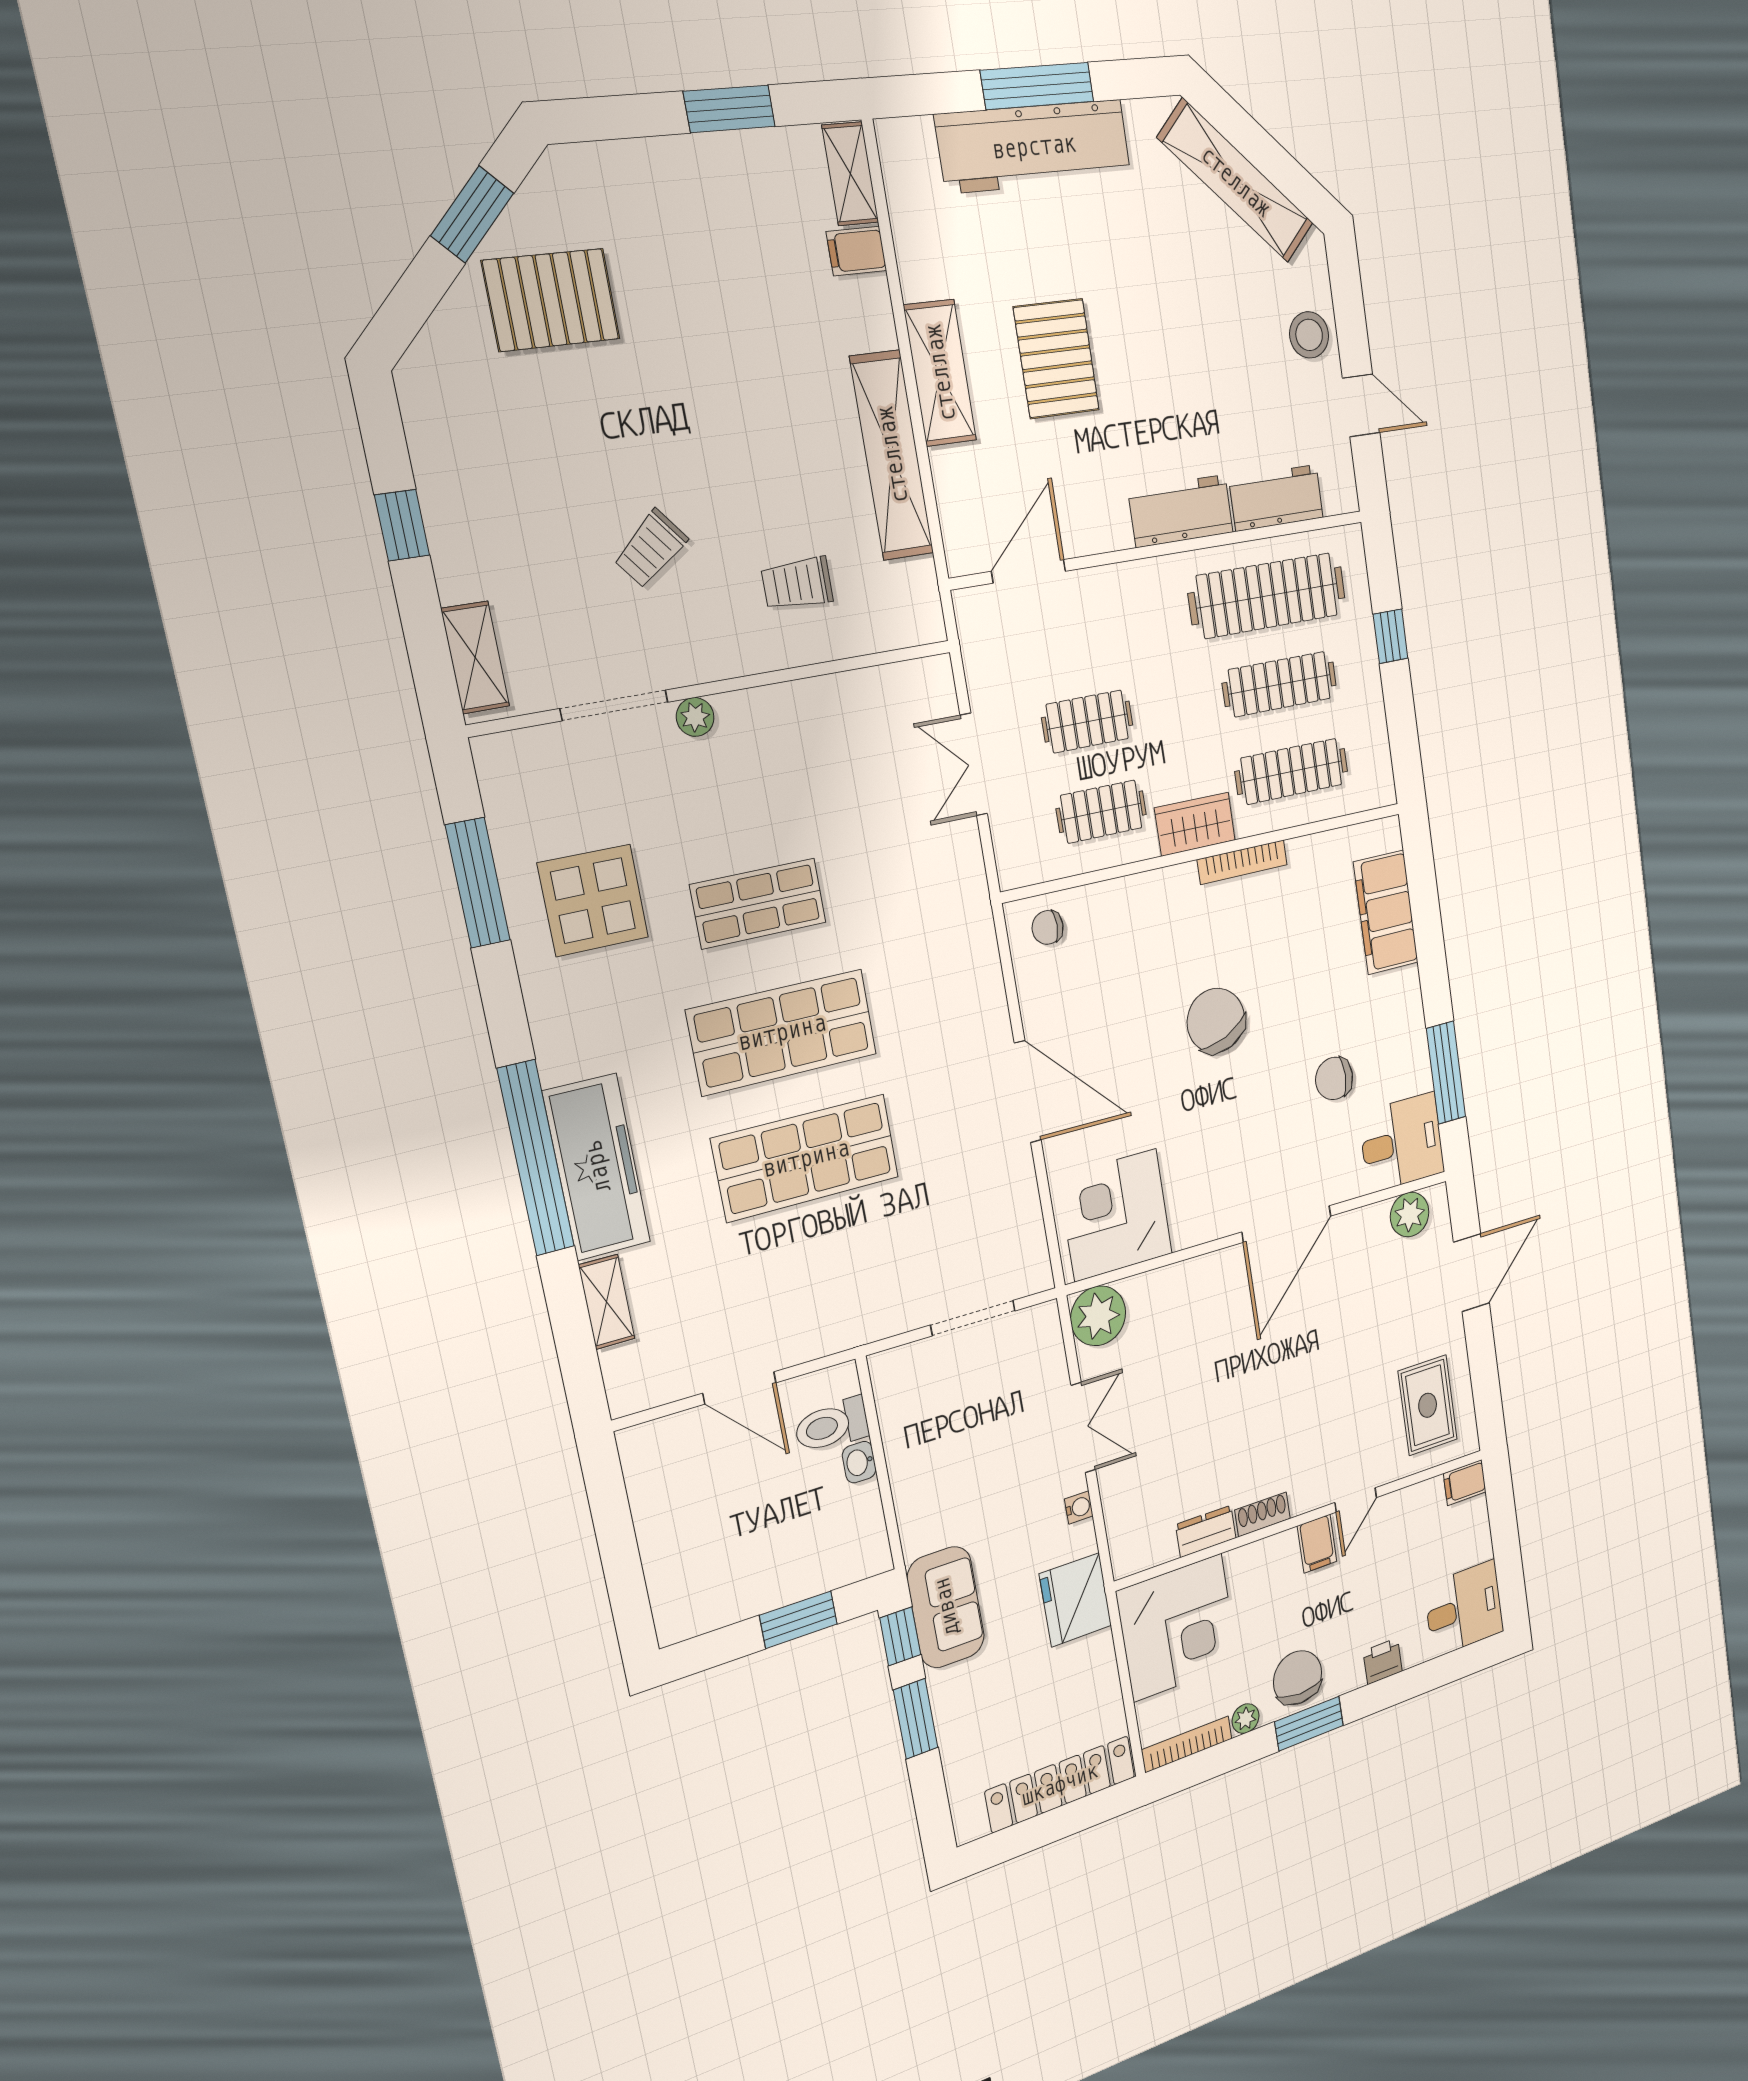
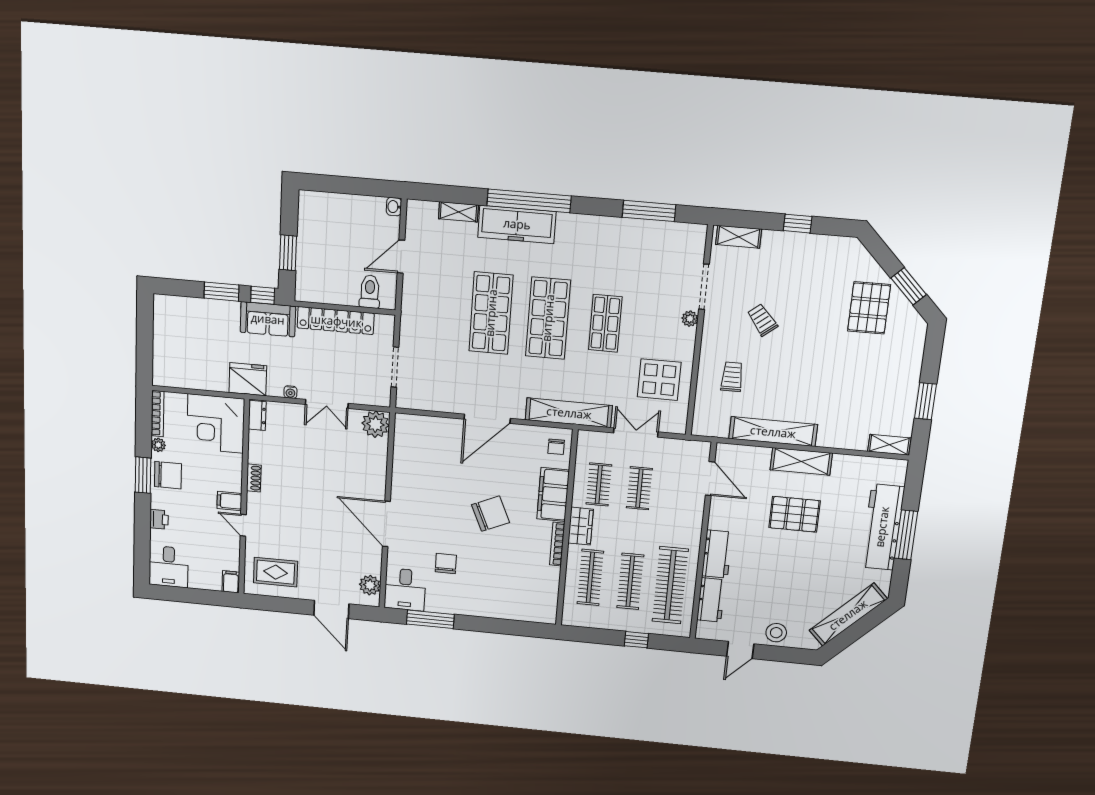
filing cabinet: (856, 251) -> (858, 439), removed
display table: (593, 900) -> (659, 380), moved
filing cabinet: (1386, 912) -> (553, 495), moved, turned -90
shelving: (970, 923) -> (569, 413), added
chair: (1048, 927) -> (556, 447), turned 180
corner desk: (1115, 1215) -> (418, 444), removed
washbasin: (859, 1462) -> (394, 207), moved, turned -90
dresser: (1206, 1531) -> (257, 415), moved
locker: (1060, 1784) -> (336, 321), moved, turned 90

